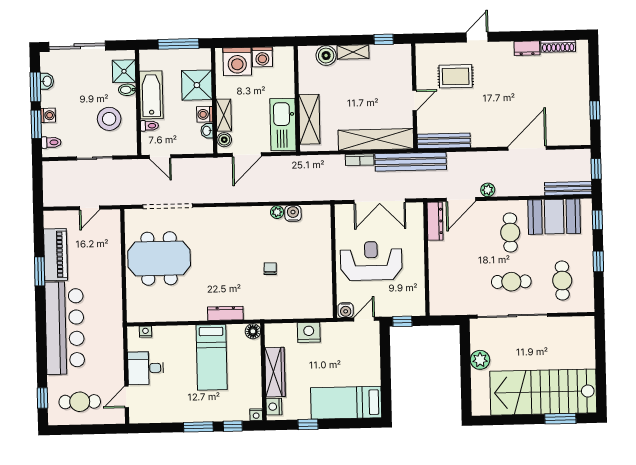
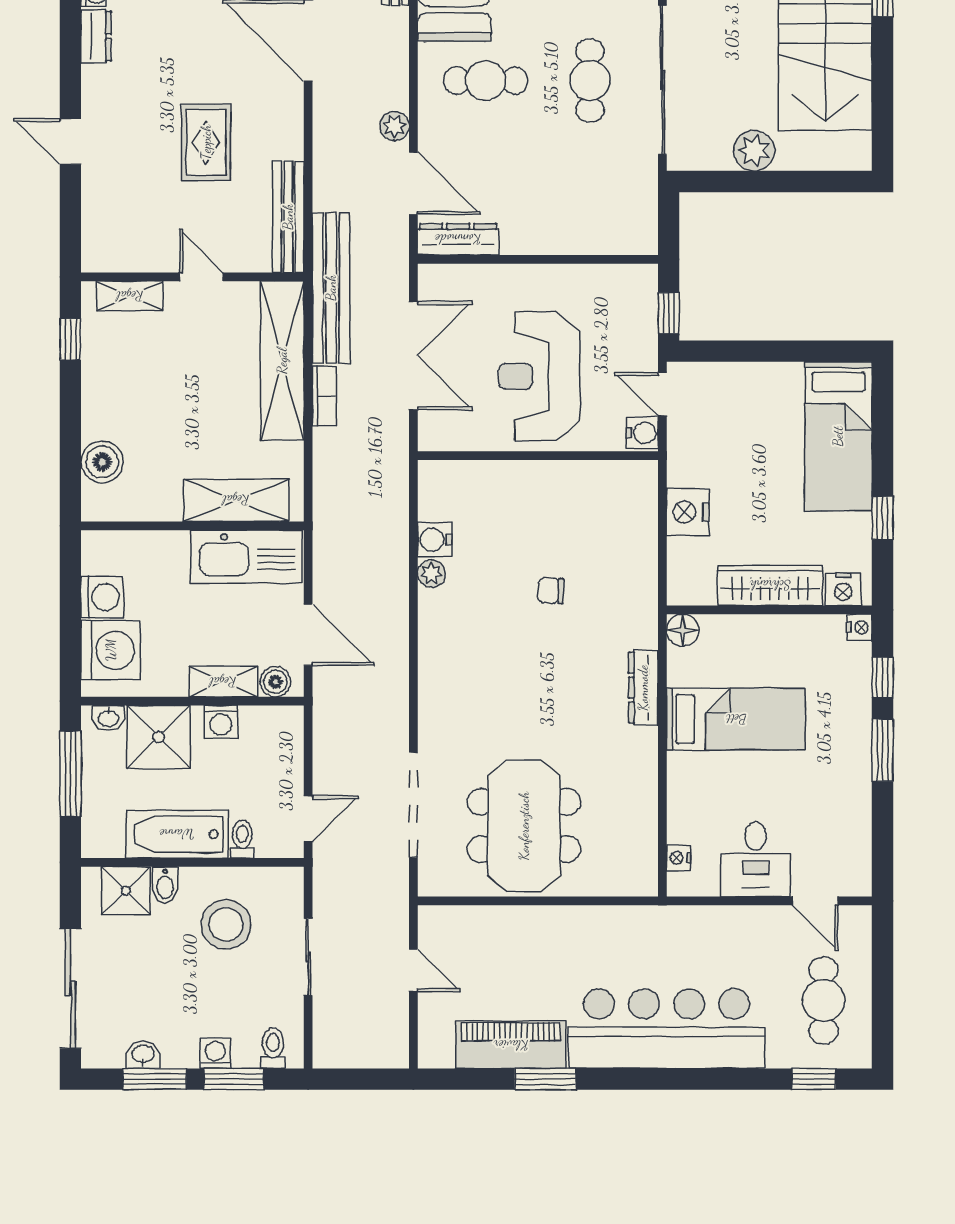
shelving: (353, 52) -> (130, 296), moved, turned 90
rug: (456, 76) -> (206, 142), moved
washbasin: (207, 131) -> (108, 718), moved

